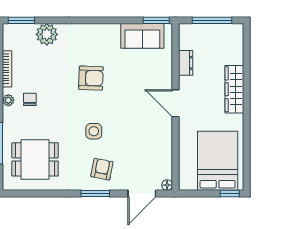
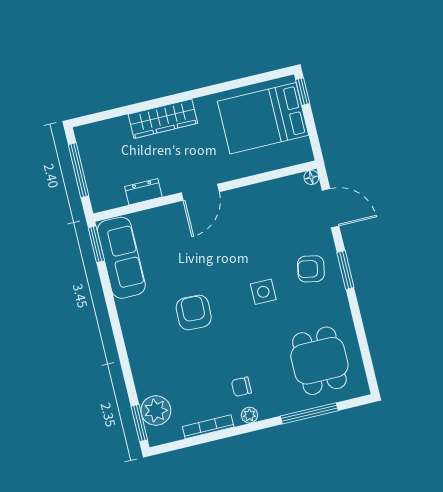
plant: (47, 34) -> (156, 411), moved
sofa: (142, 36) -> (121, 258), width x1.36

